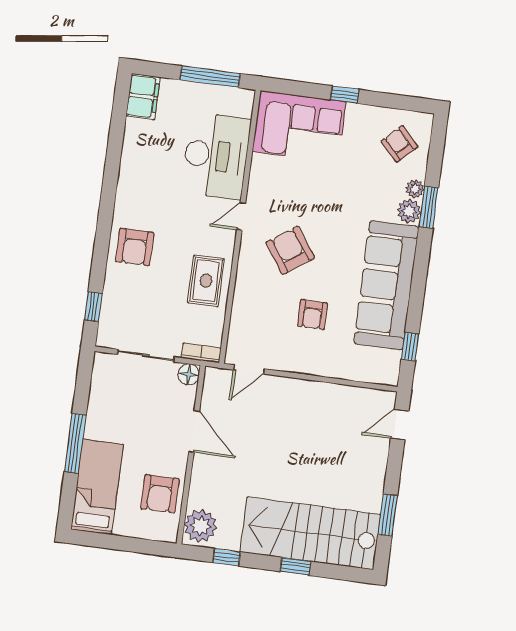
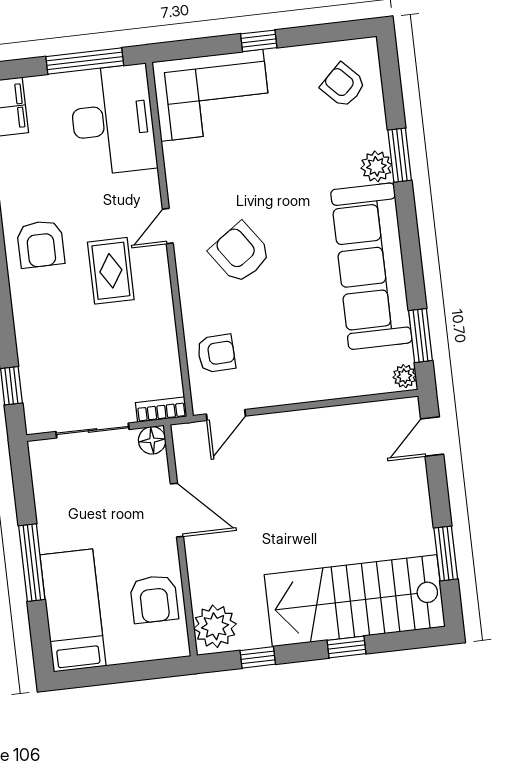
desk: (216, 156) -> (113, 120), moved
plant: (415, 189) -> (405, 376), moved
armchair: (135, 247) -> (41, 244), moved
rug: (206, 281) -> (111, 271), moved
armchair: (312, 315) -> (216, 353), moved, turned -92
window: (410, 347) -> (421, 336), width x1.50

